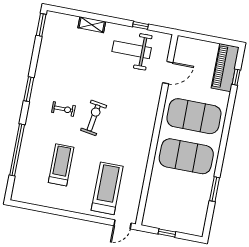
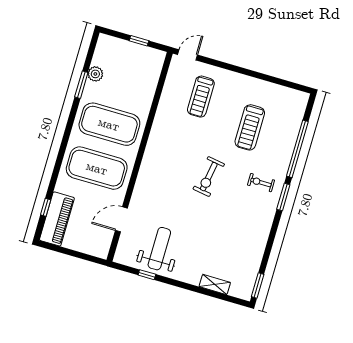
shelving: (92, 25) -> (215, 285), moved
weight bench: (132, 50) -> (159, 249), turned -90
window: (29, 89) -> (283, 197), moved
exercise bike: (63, 109) -> (261, 183), moved
treadmill: (107, 188) -> (201, 97), width x0.73, depth x0.73
plant: (203, 200) -> (95, 74), added

